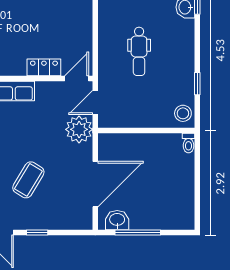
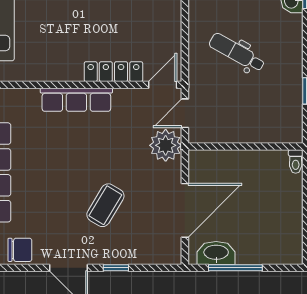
dental chair: (139, 51) -> (237, 53), turned 119
locker: (44, 67) -> (113, 72), width x1.53
stool: (183, 113) -> (289, 126), removed
washbasin: (117, 220) -> (216, 253), width x1.38

